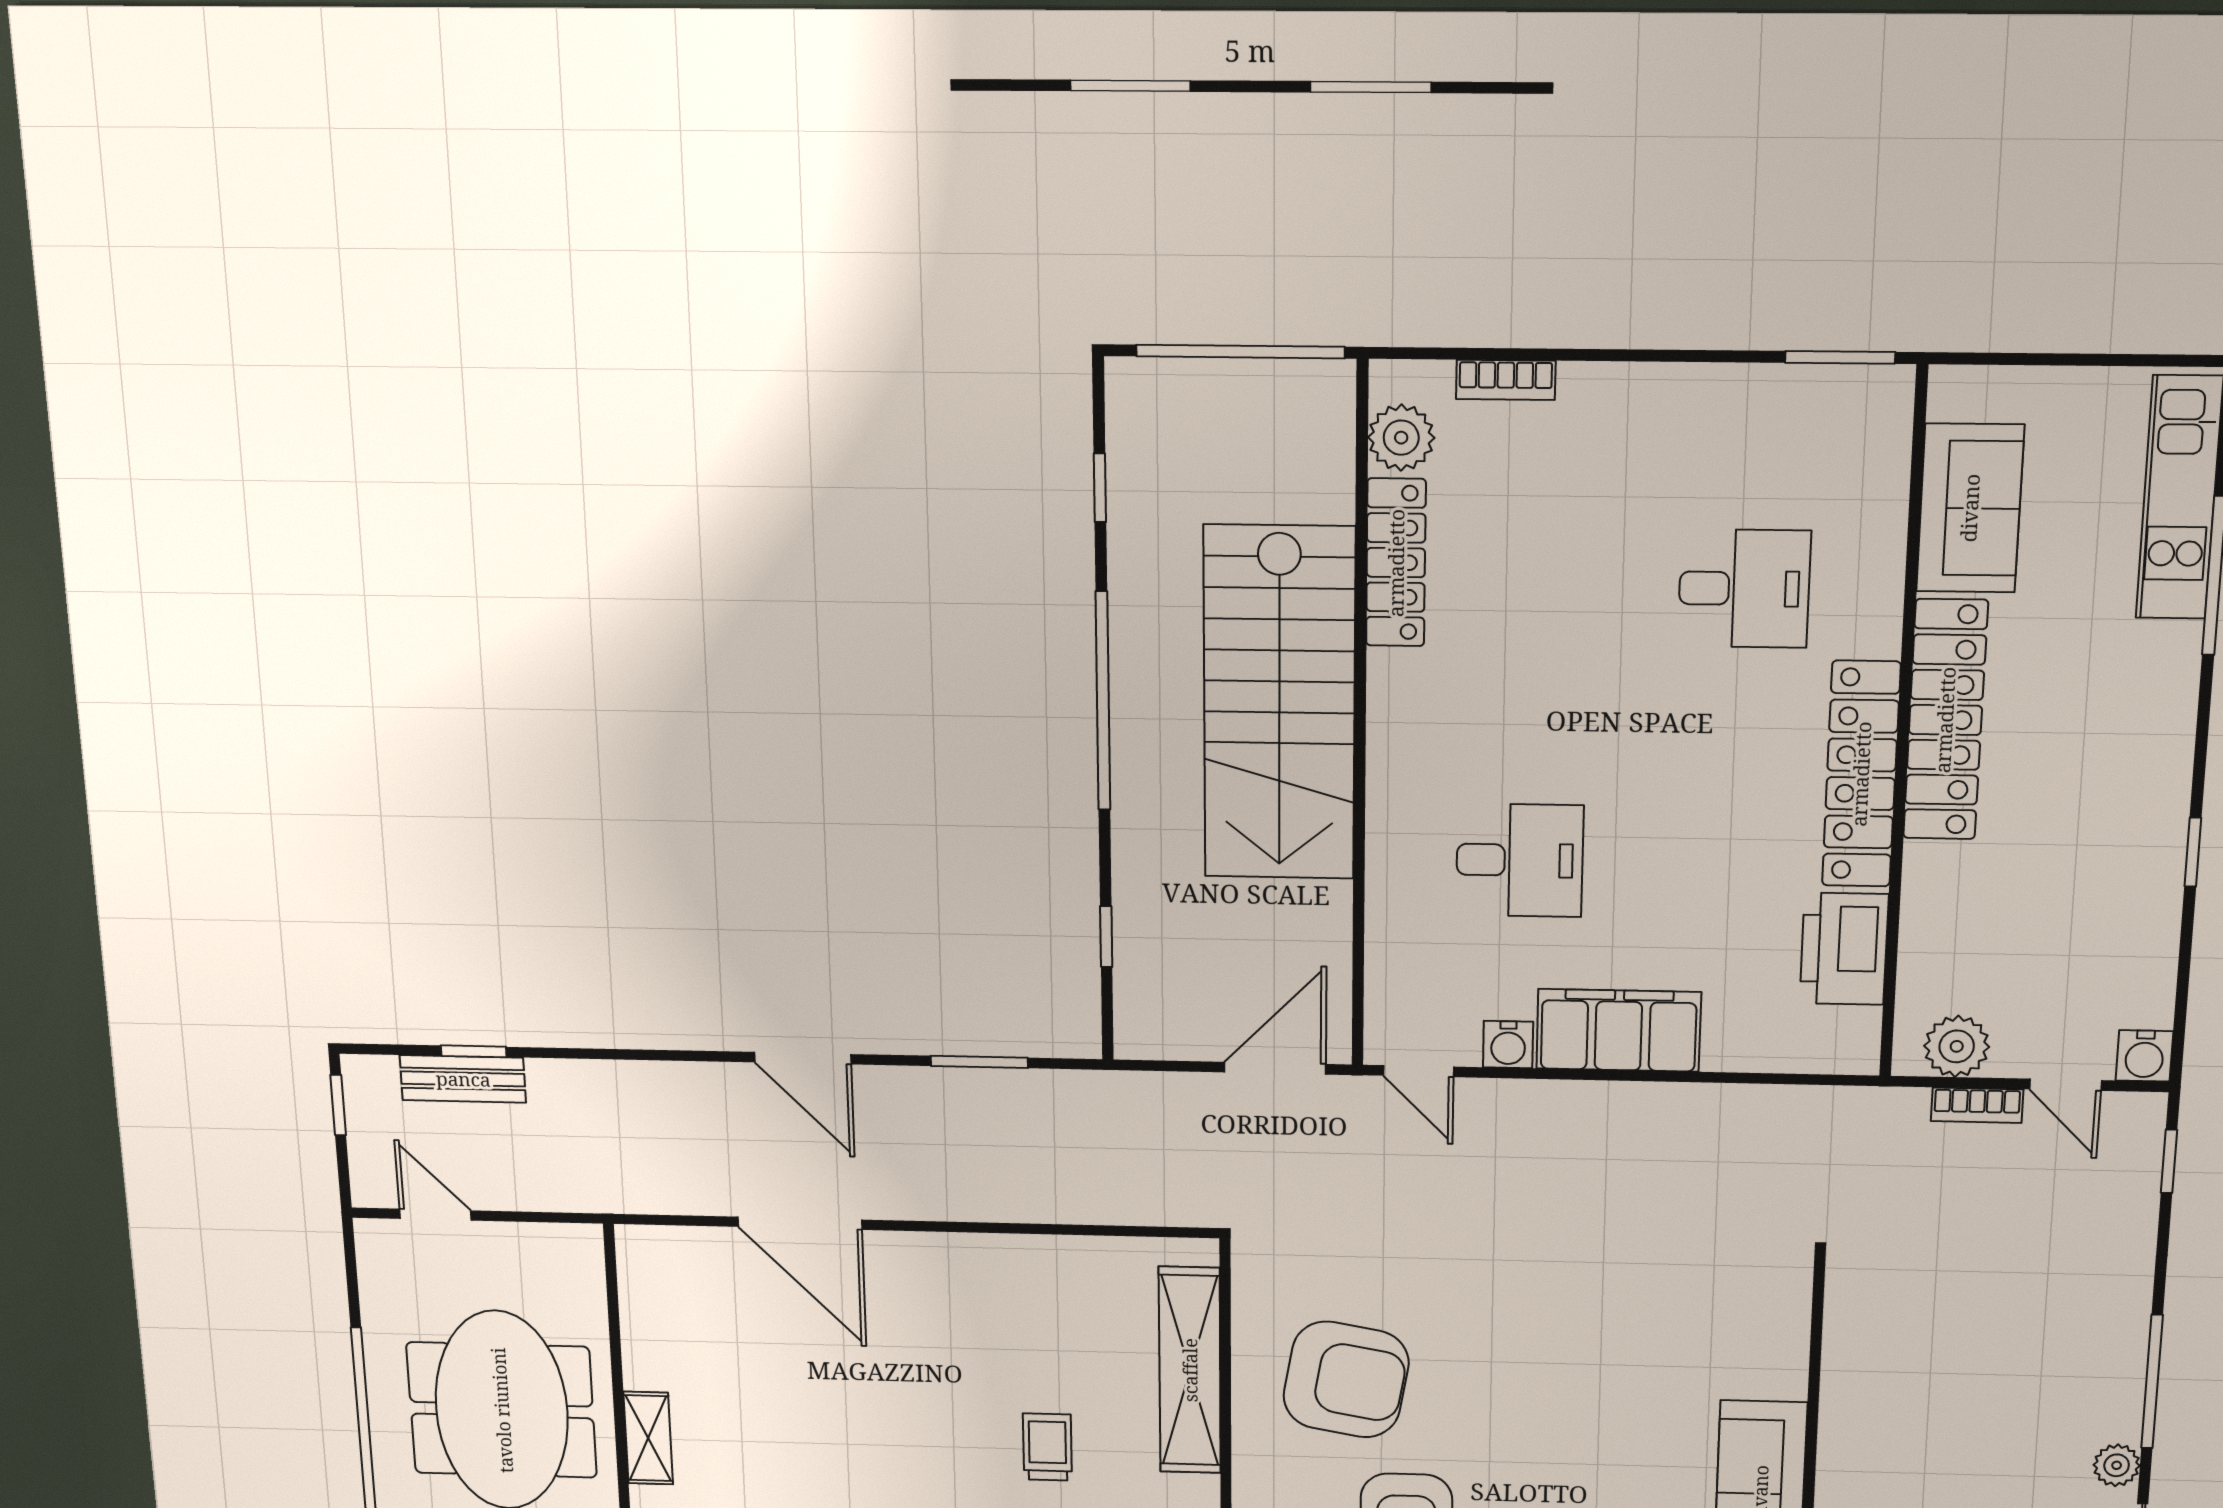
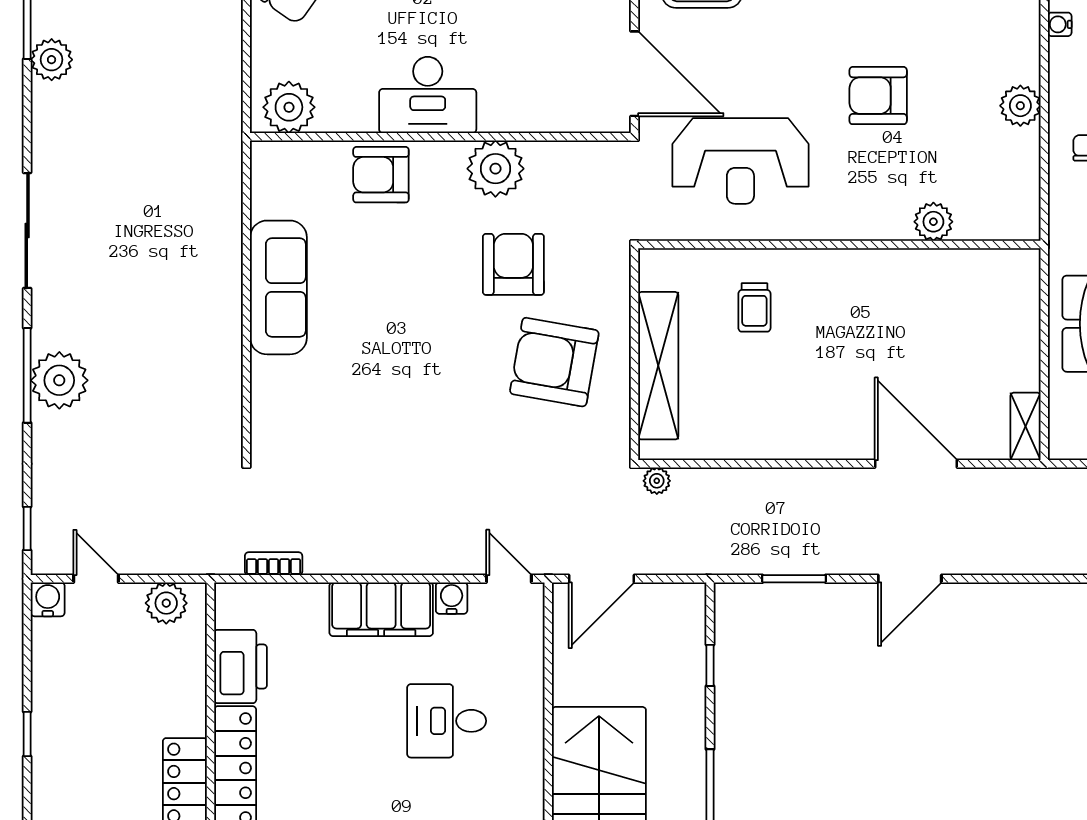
door: (803, 1058) -> (910, 579), swing flipped
bookcase: (1977, 1105) -> (274, 564), moved
plant: (1191, 1208) -> (657, 481), added
shelving: (648, 1438) -> (1026, 426), moved
plant: (2117, 1465) -> (59, 380), moved, width x1.88, depth x1.88

